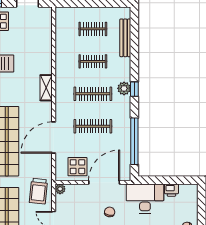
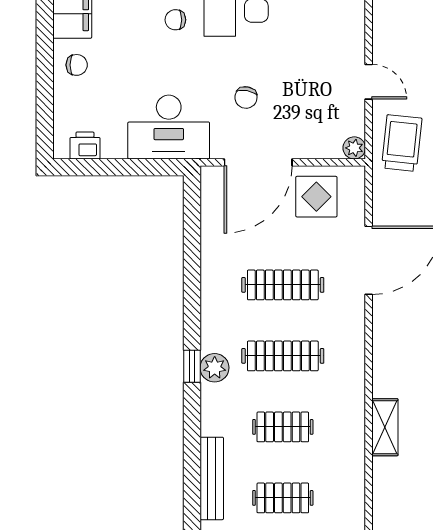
shelving: (46, 88) -> (385, 427), moved
window: (134, 141) -> (192, 252), removed
printer: (171, 190) -> (85, 145), moved

